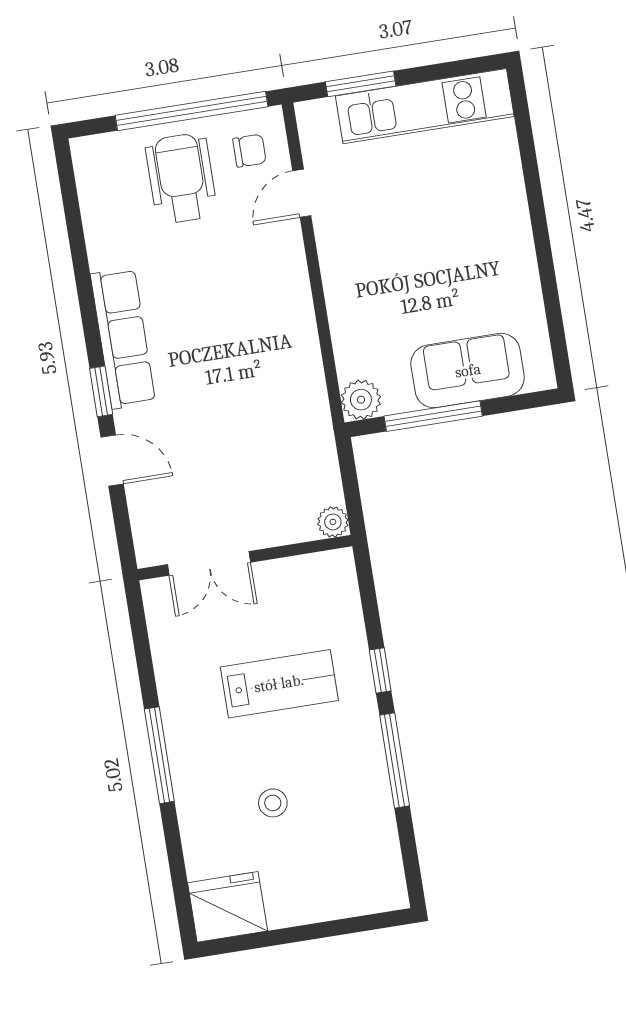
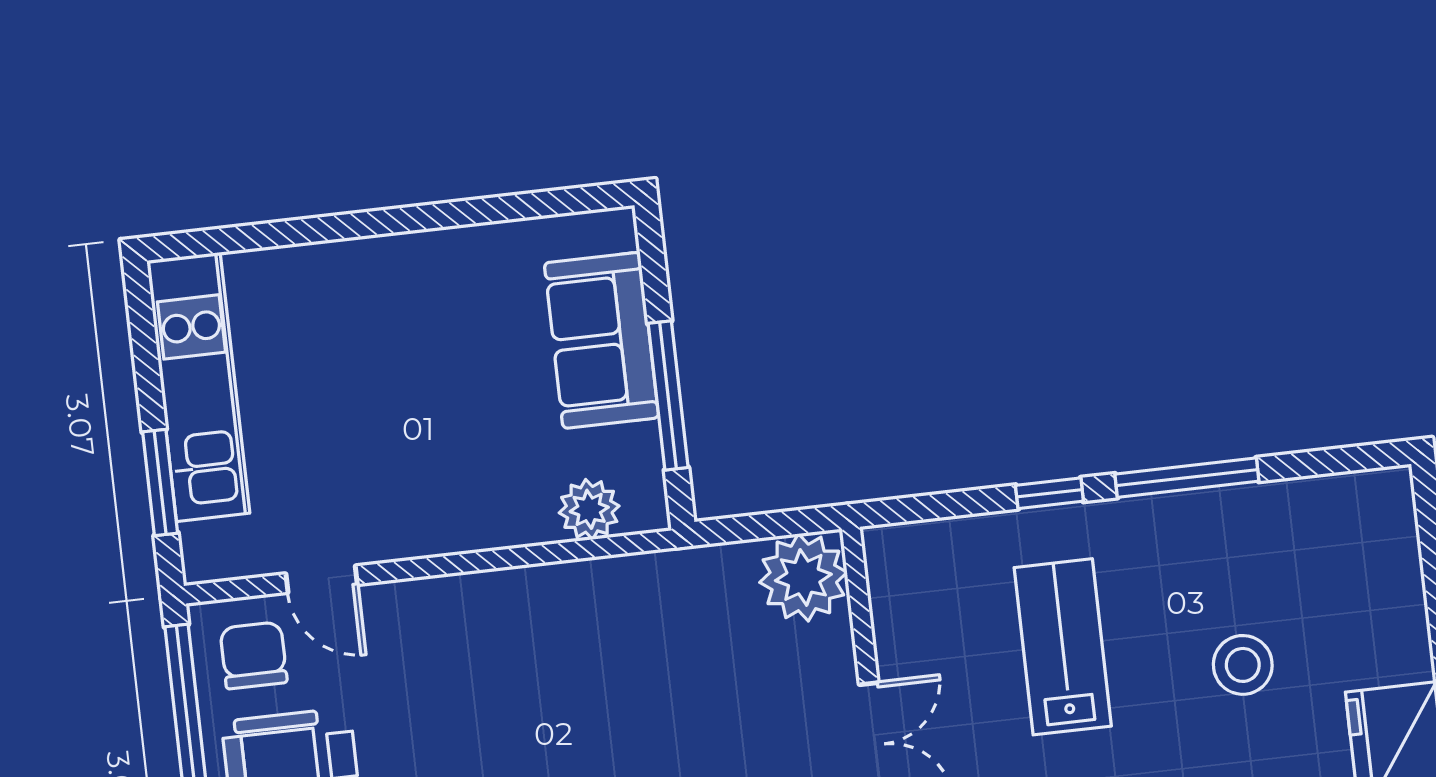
chair: (249, 151) -> (254, 655), width x1.37, depth x1.37
plant: (361, 400) -> (589, 509), moved
plant: (333, 522) -> (803, 577), width x1.87, depth x1.87
stool: (273, 803) -> (1243, 665), width x1.37, depth x1.37

